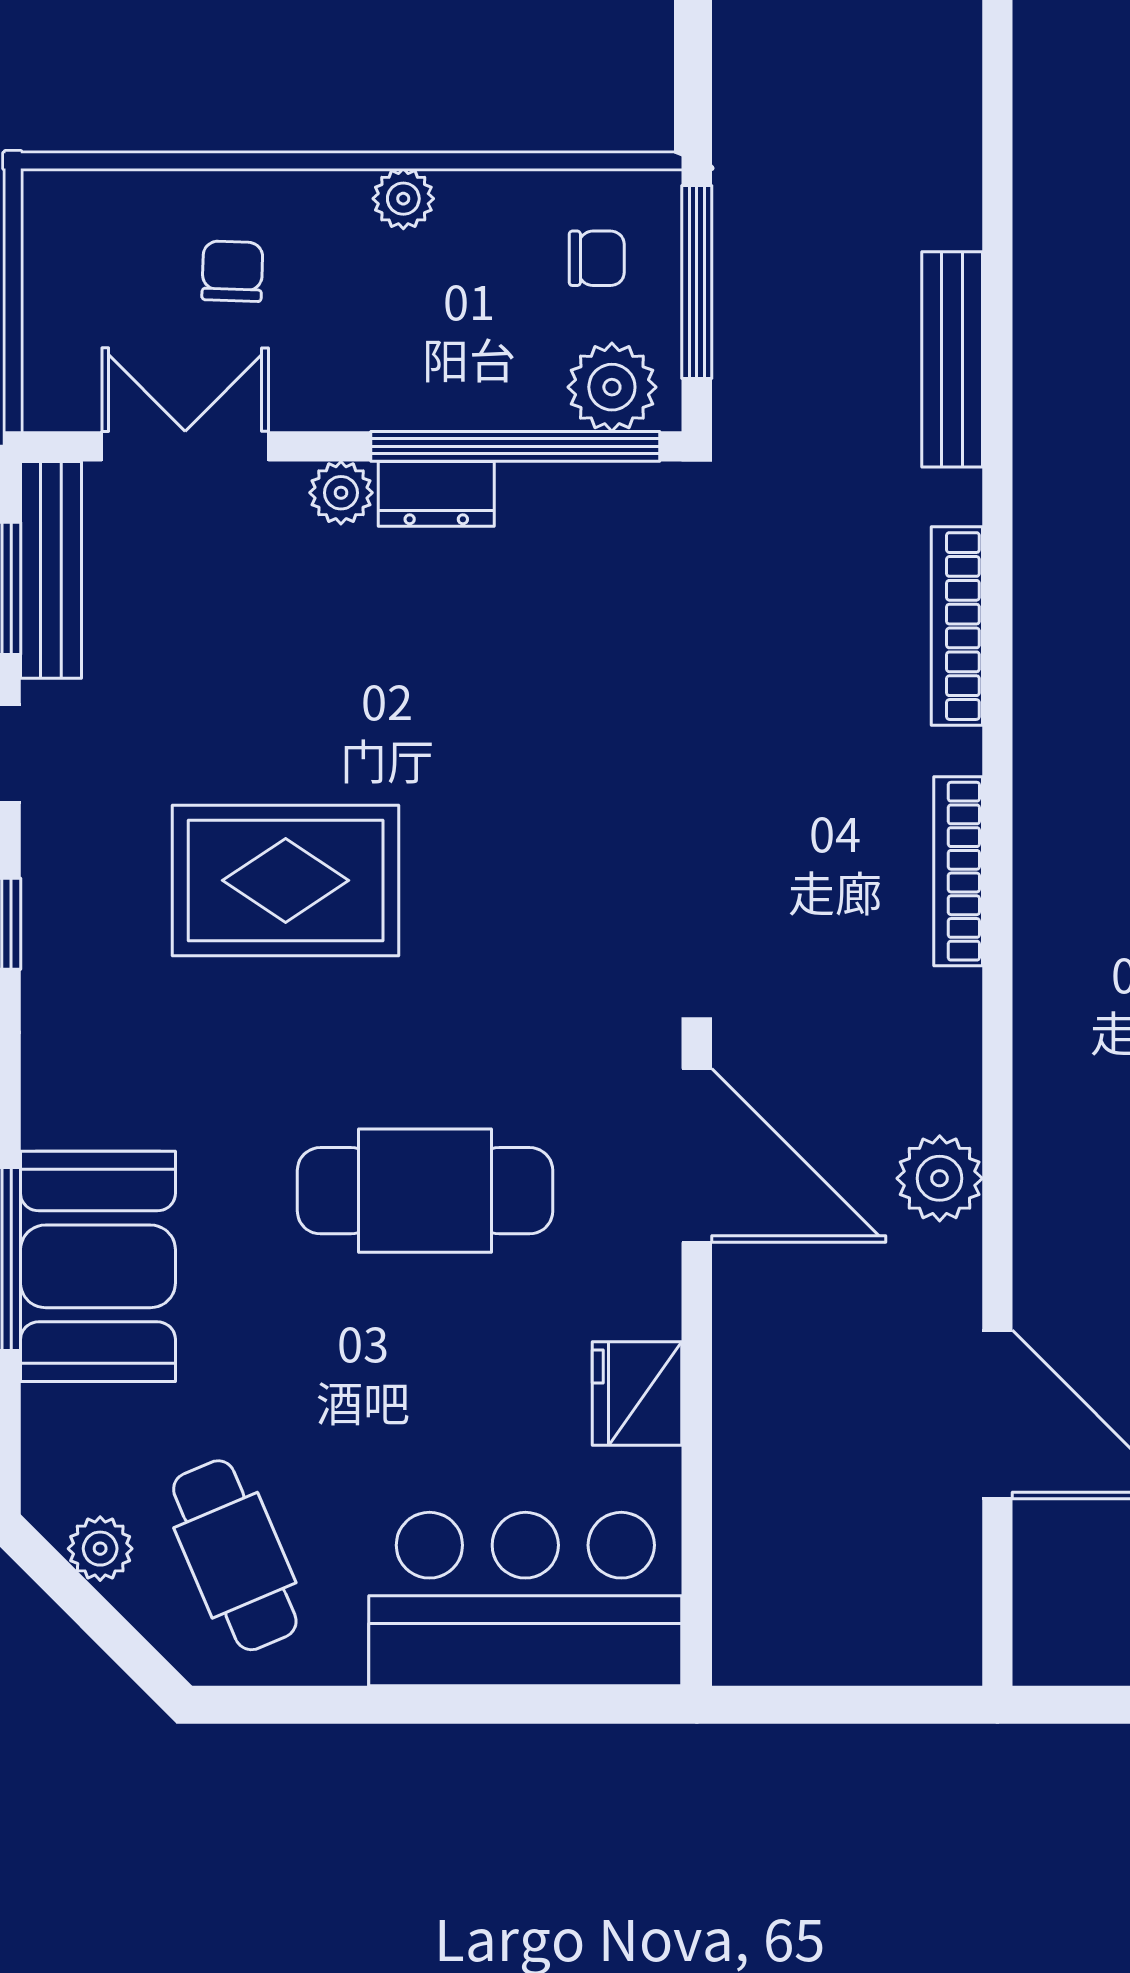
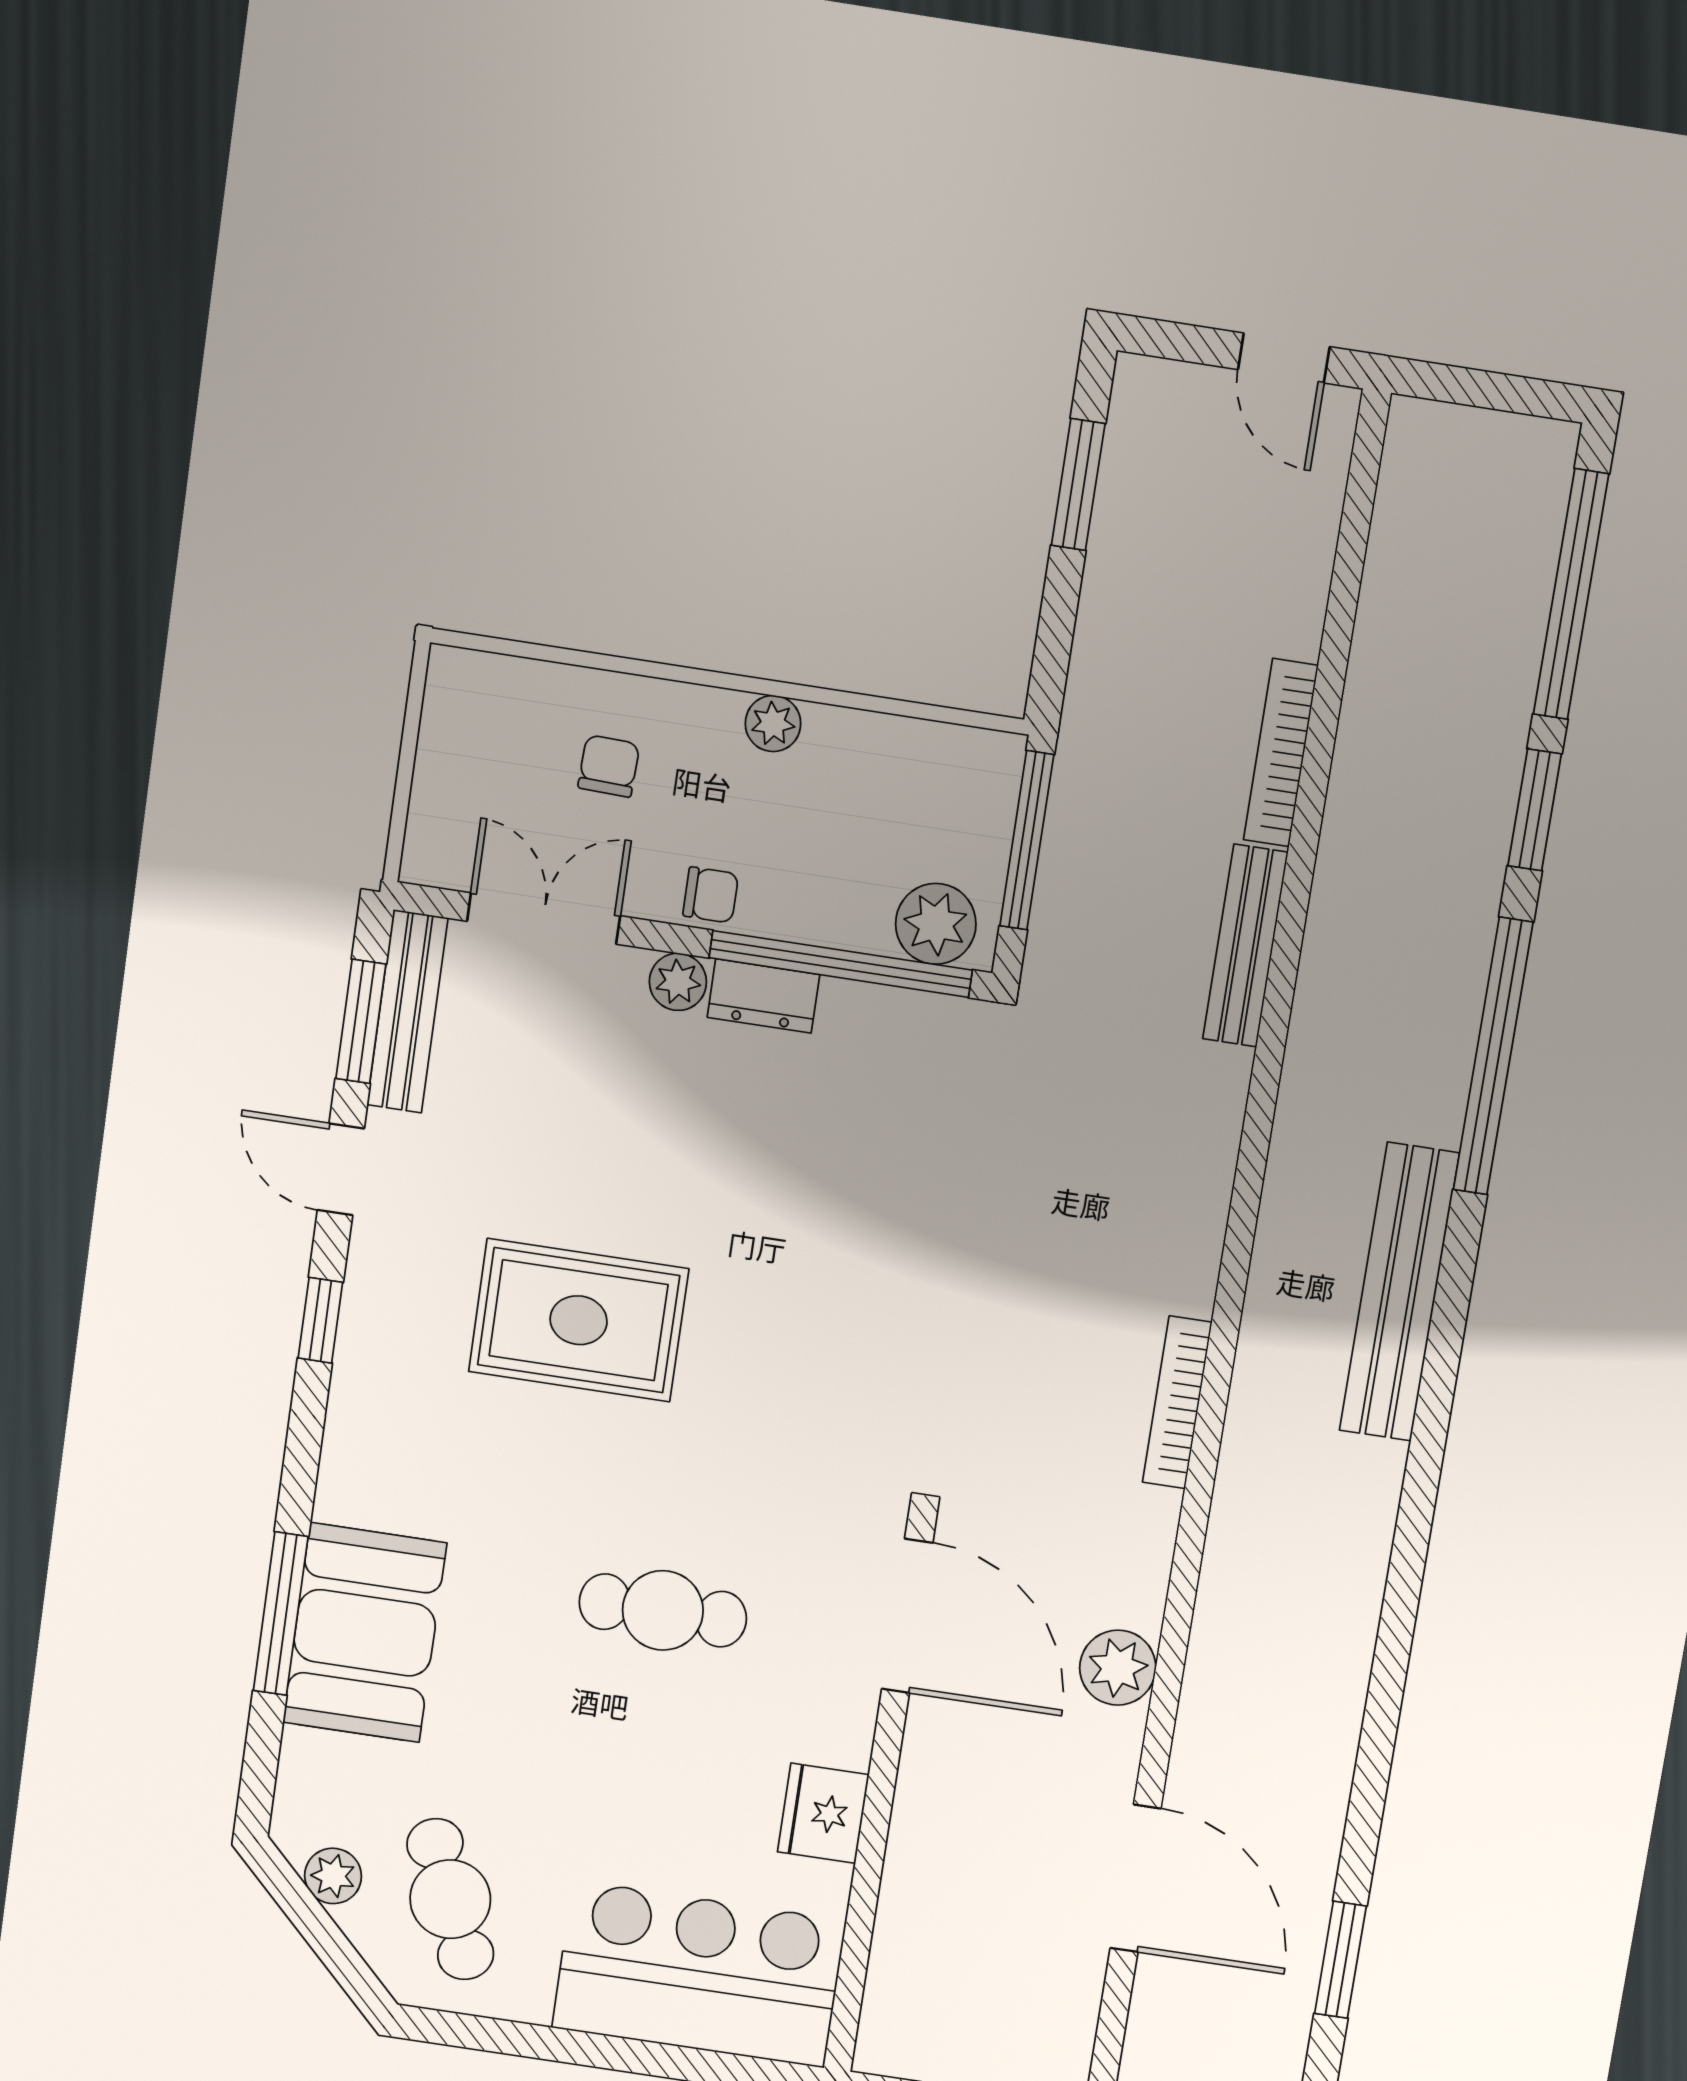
chair: (597, 258) -> (711, 895), moved
bookcase: (957, 626) -> (1281, 753), moved
cafe table: (425, 1191) -> (663, 1610), width x0.73, depth x0.74

